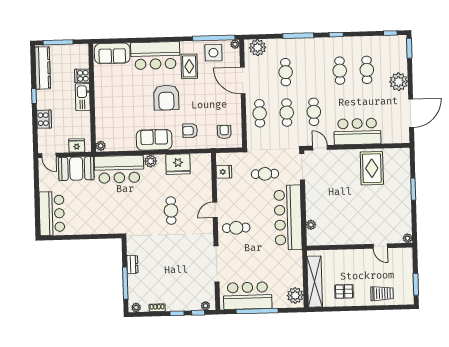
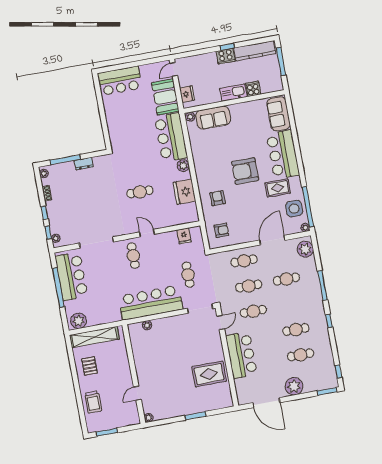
cooker: (44, 119) -> (226, 56), moved
sofa: (154, 140) -> (213, 118), moved, turned 90

